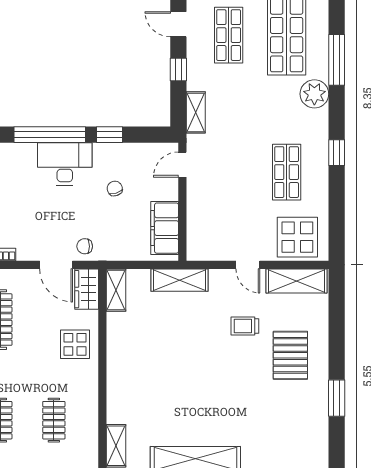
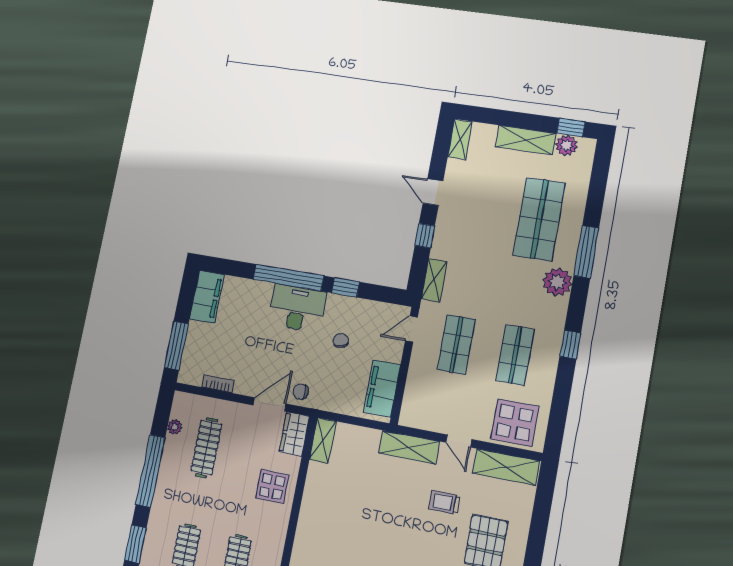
shop shelf: (229, 35) -> (456, 345), moved
door: (56, 265) -> (270, 404), swing flipped
shelving: (179, 280) -> (409, 447), moved

